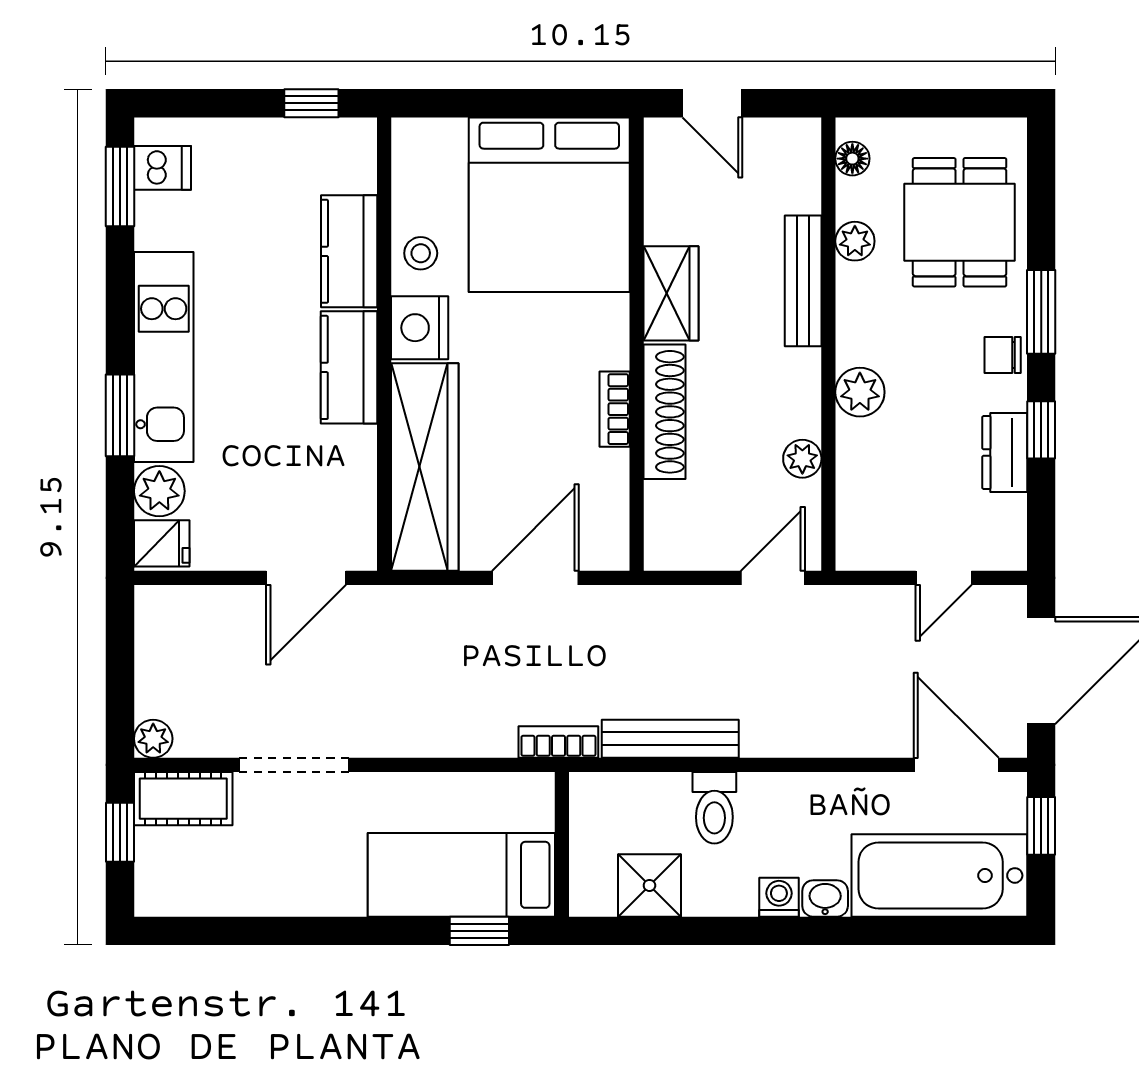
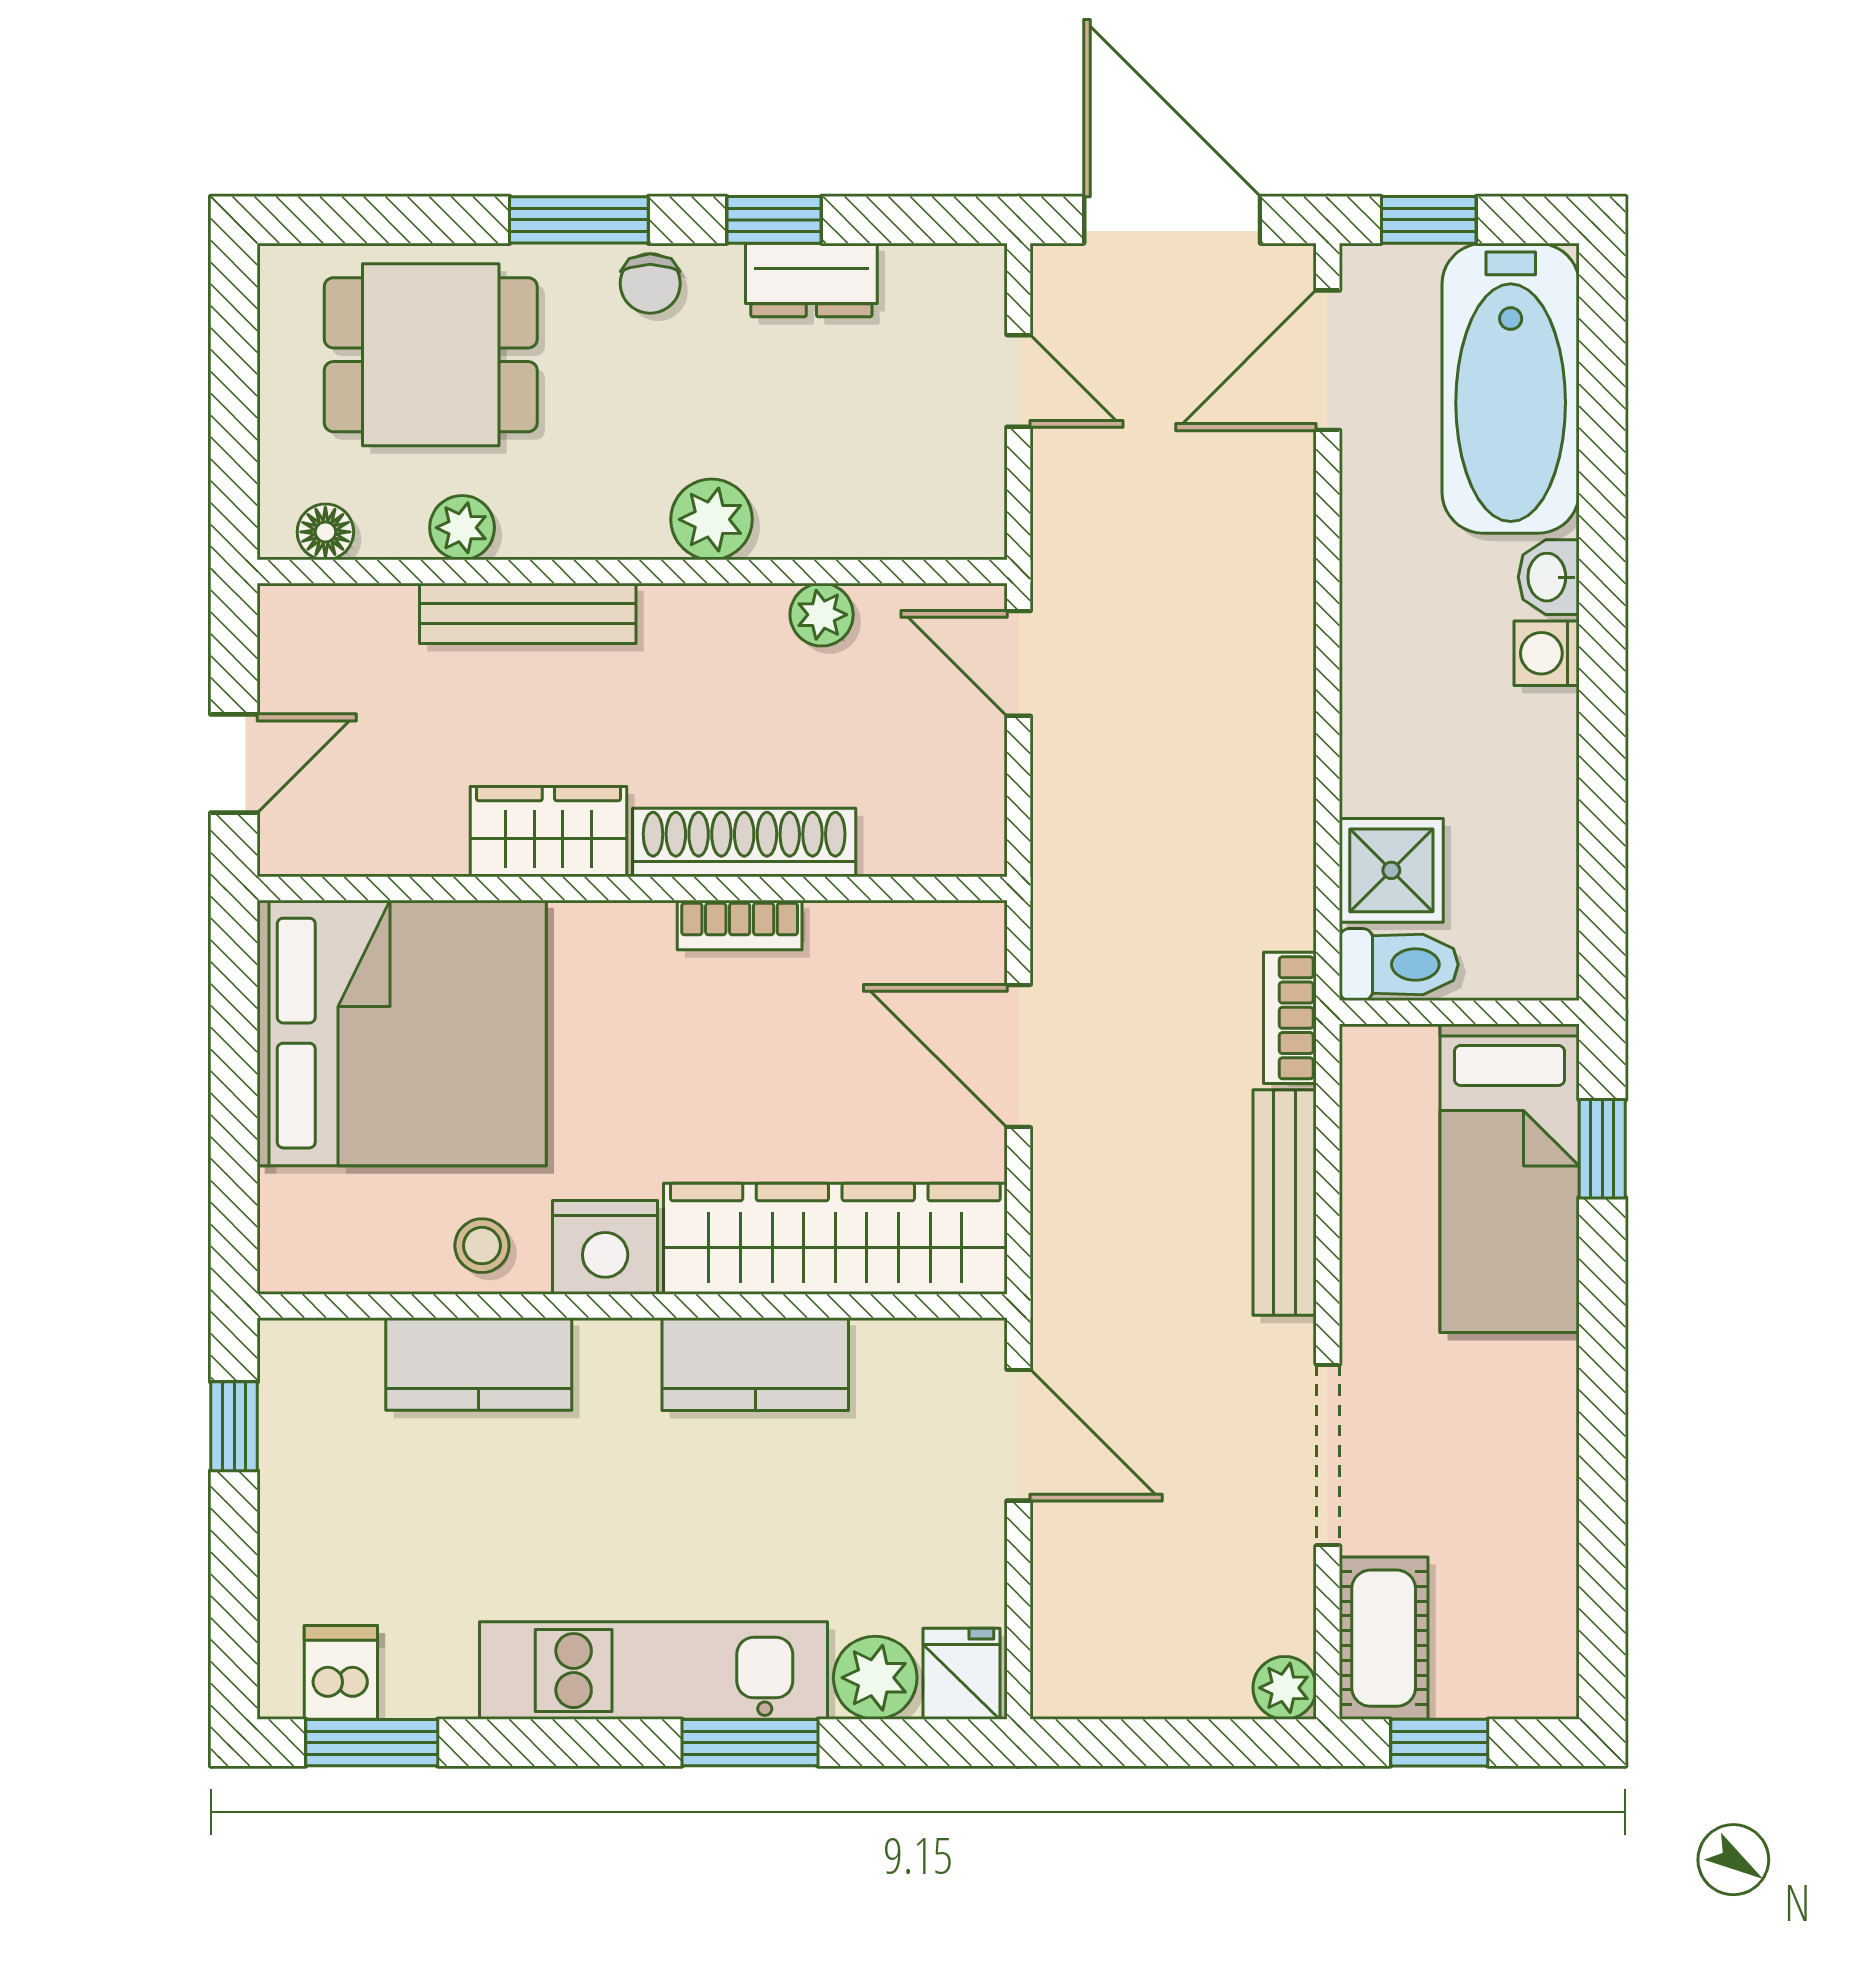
kitchen counter: (349, 367) -> (755, 1364), moved
bench: (670, 739) -> (1285, 1203), moved
toilet: (714, 808) -> (1399, 965), moved
shower: (649, 885) -> (1391, 870), moved

